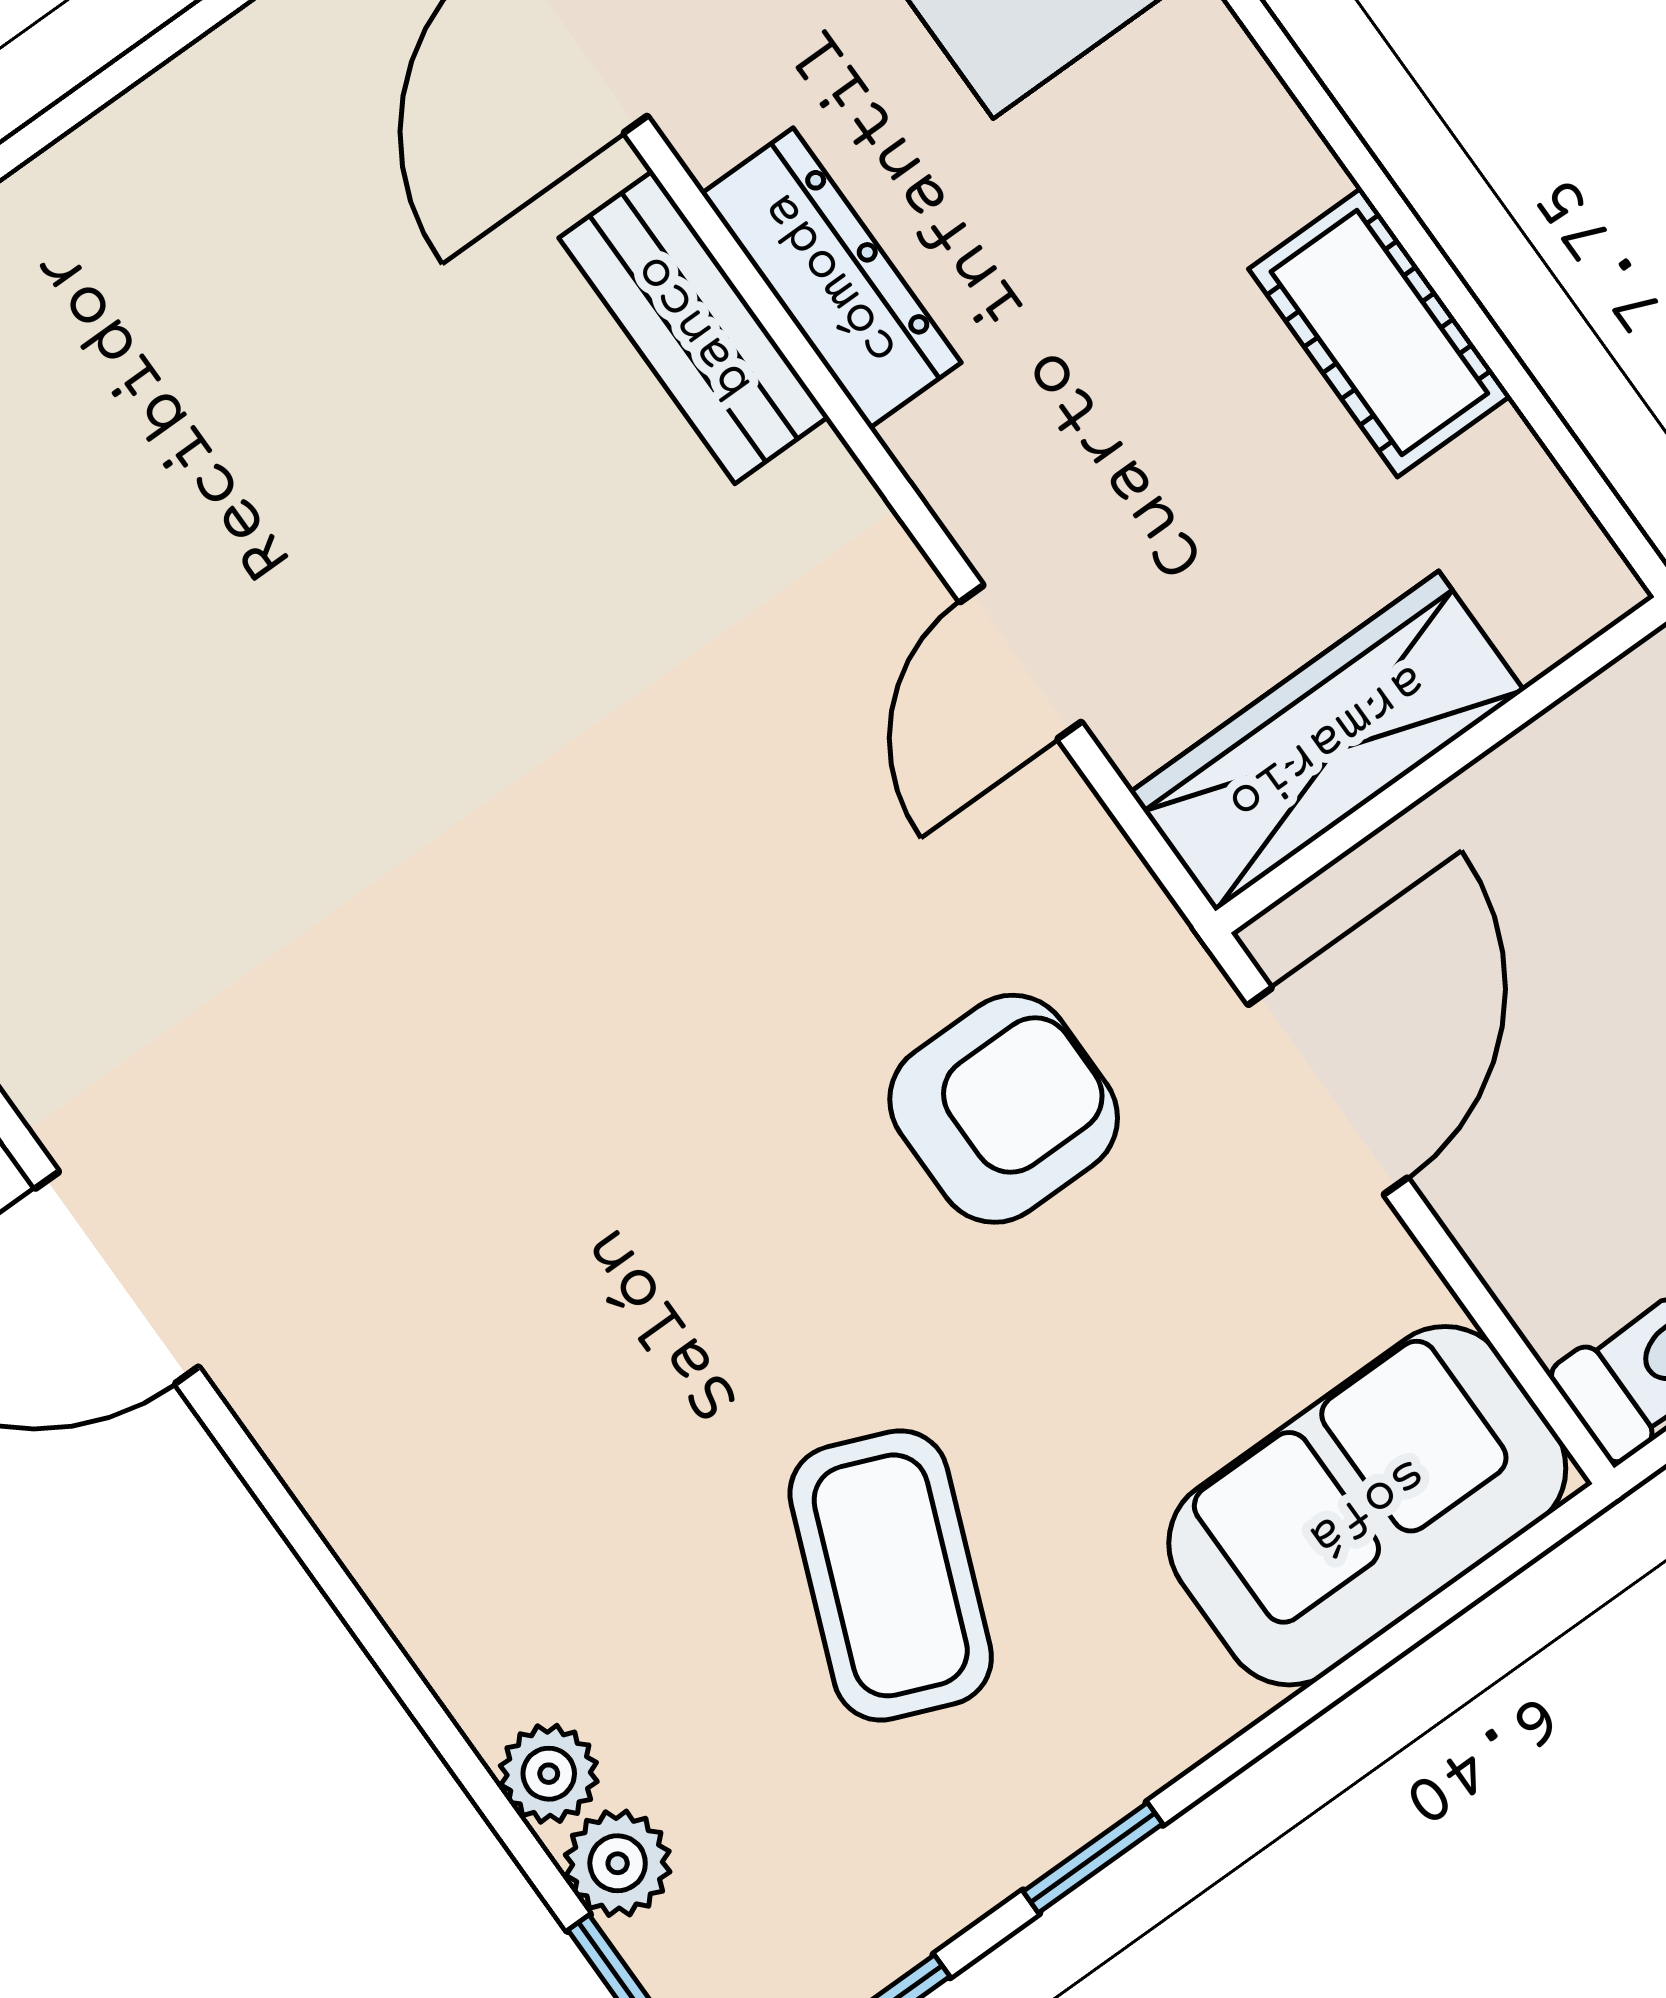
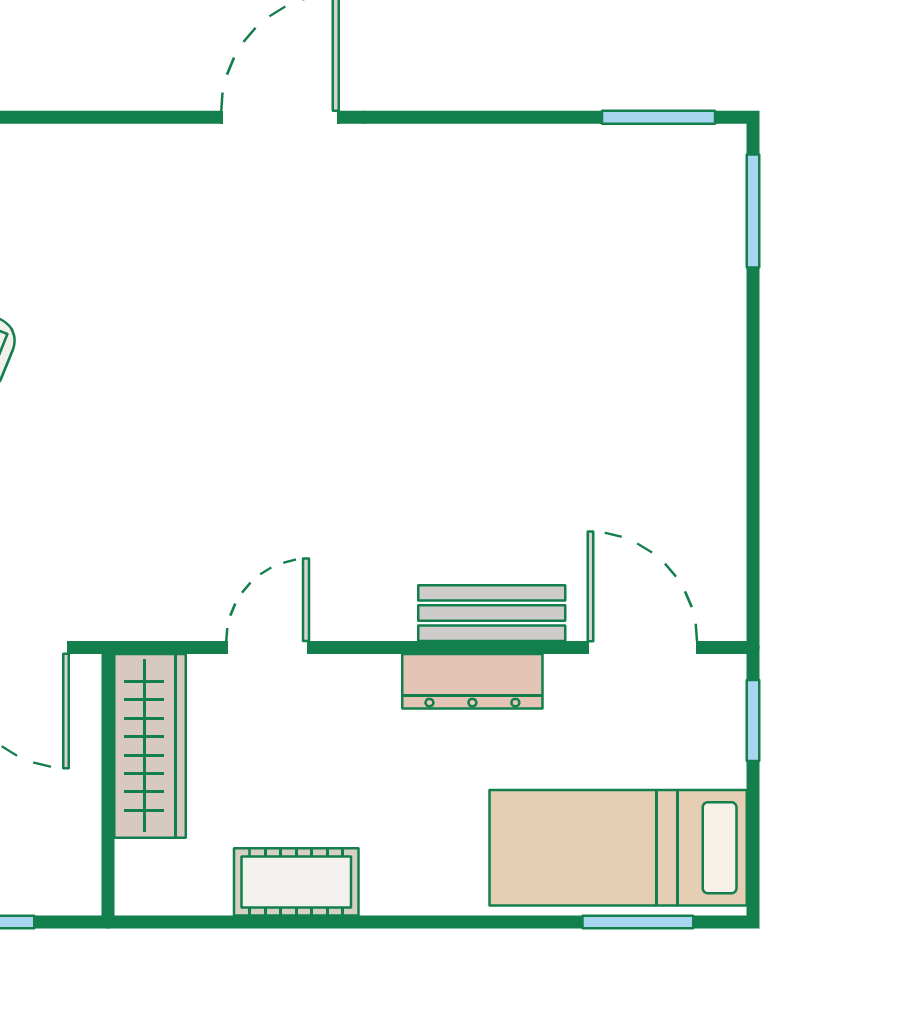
door: (1021, 662) -> (268, 647), hinge flipped
armchair: (1004, 1109) -> (96, 515), removed

